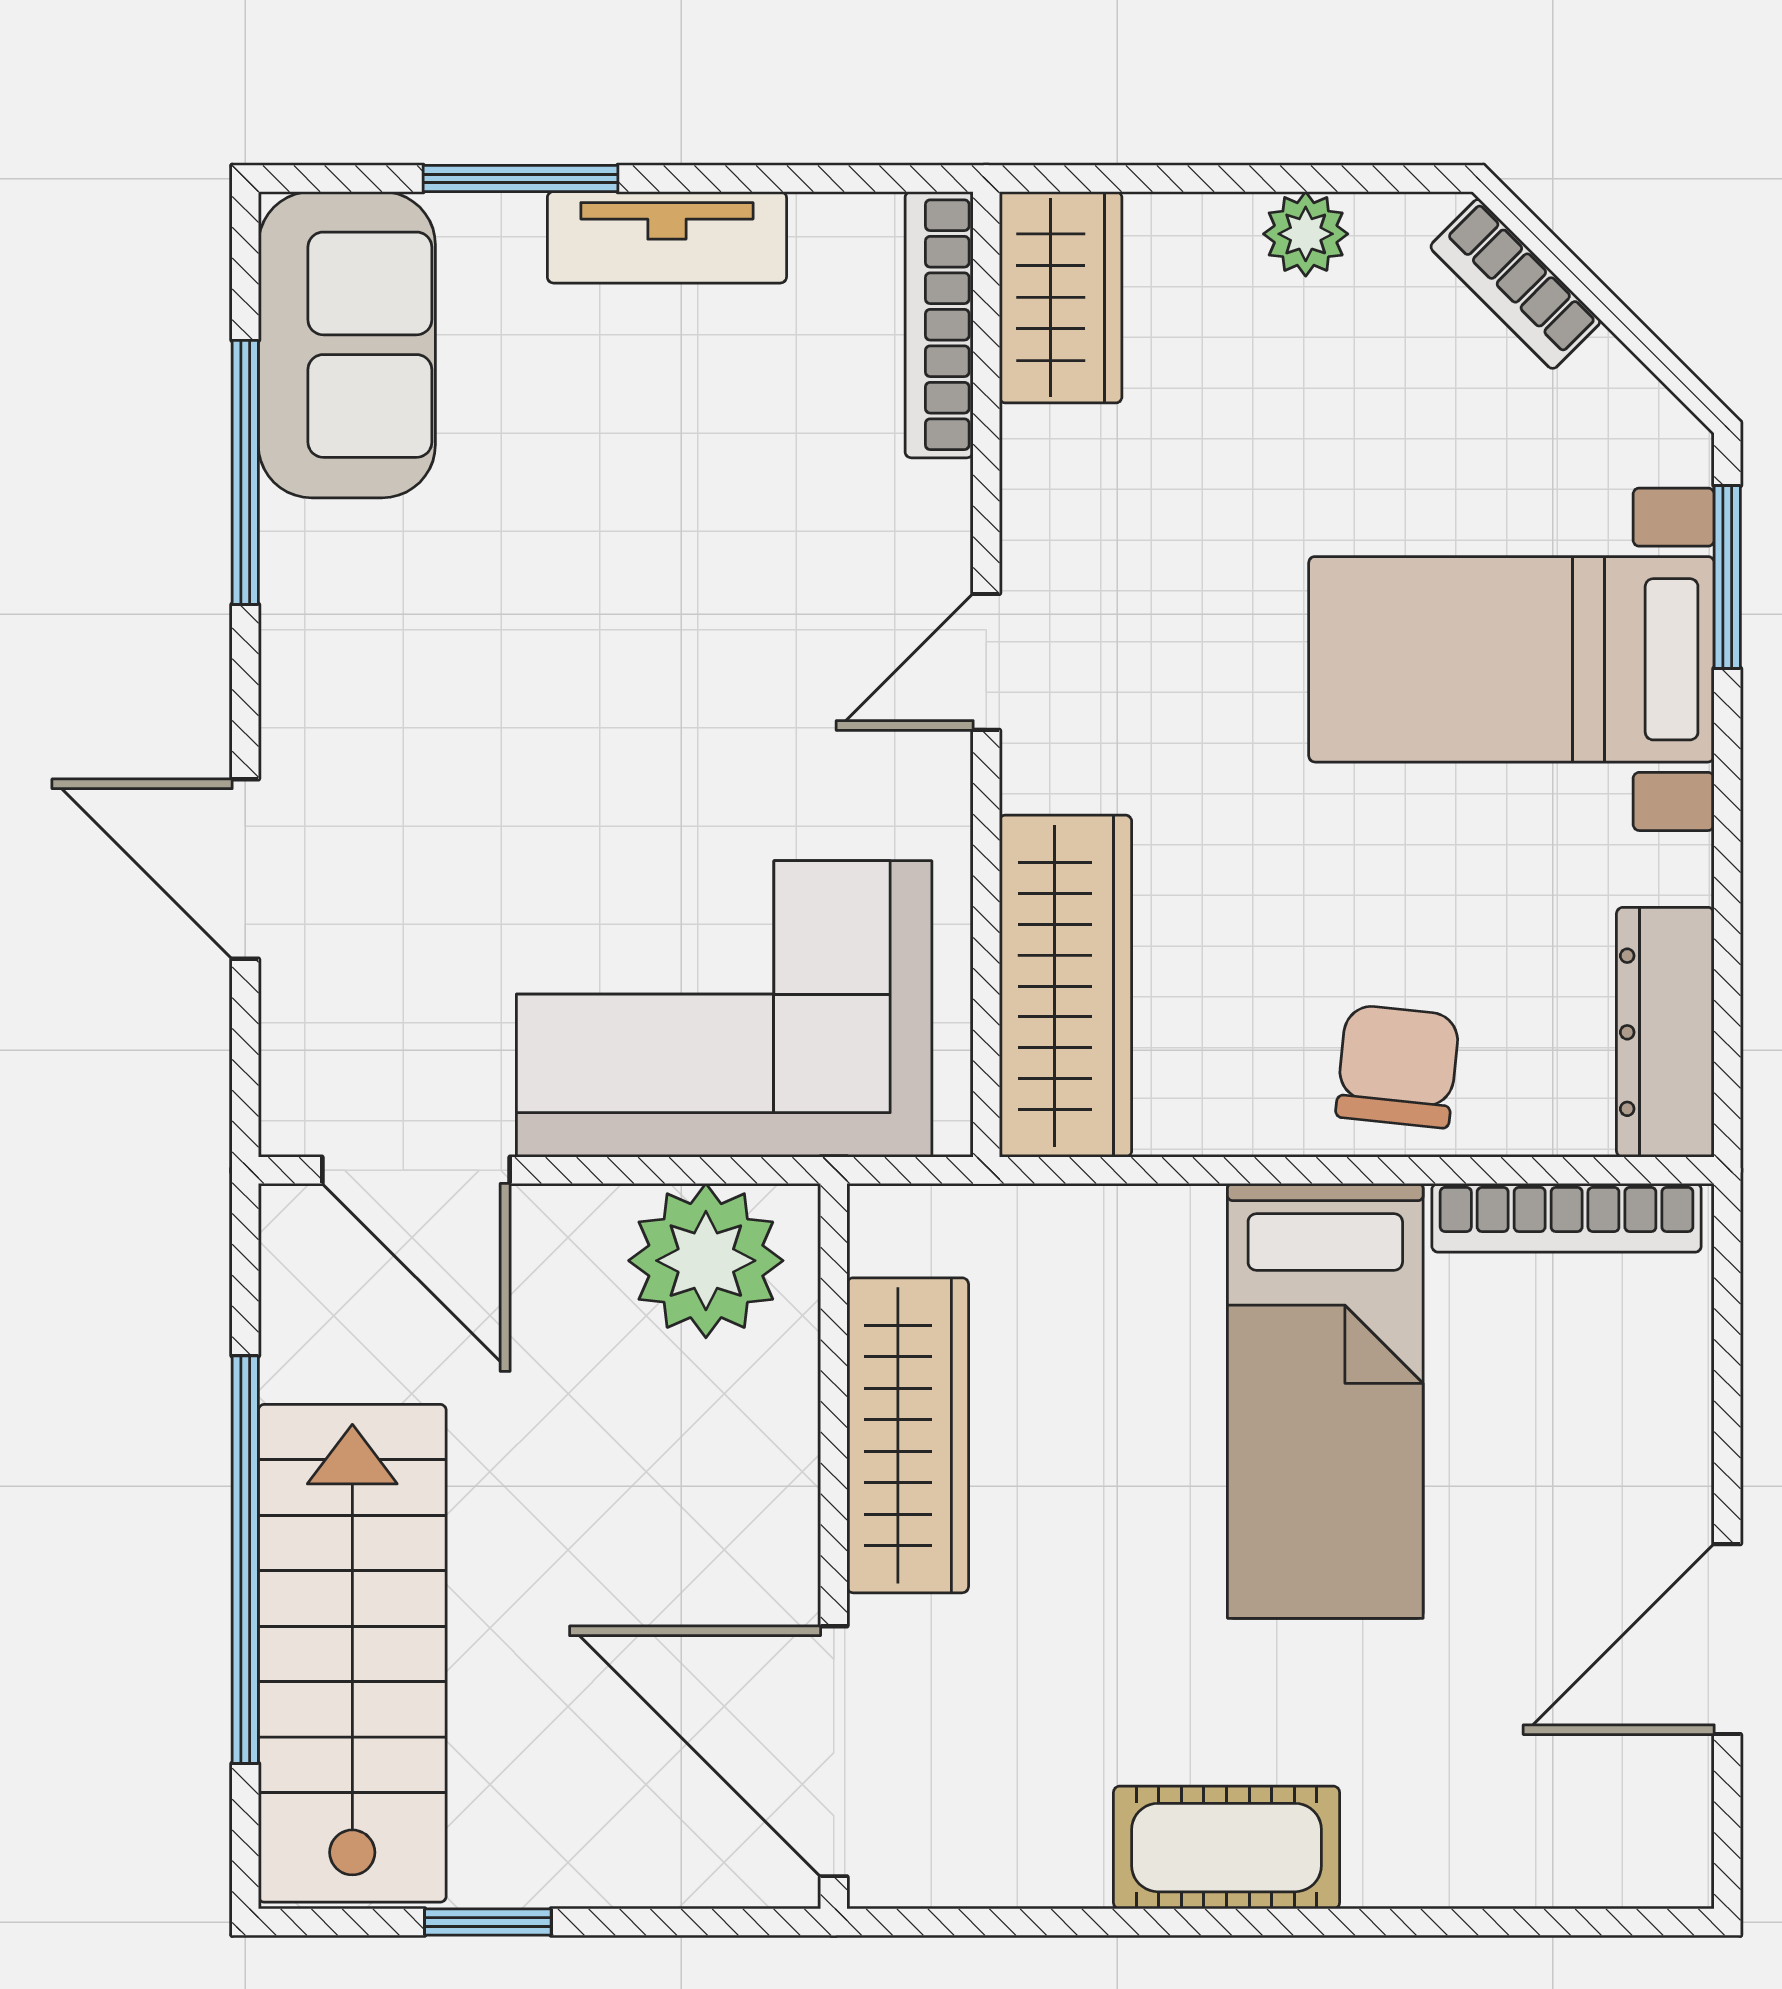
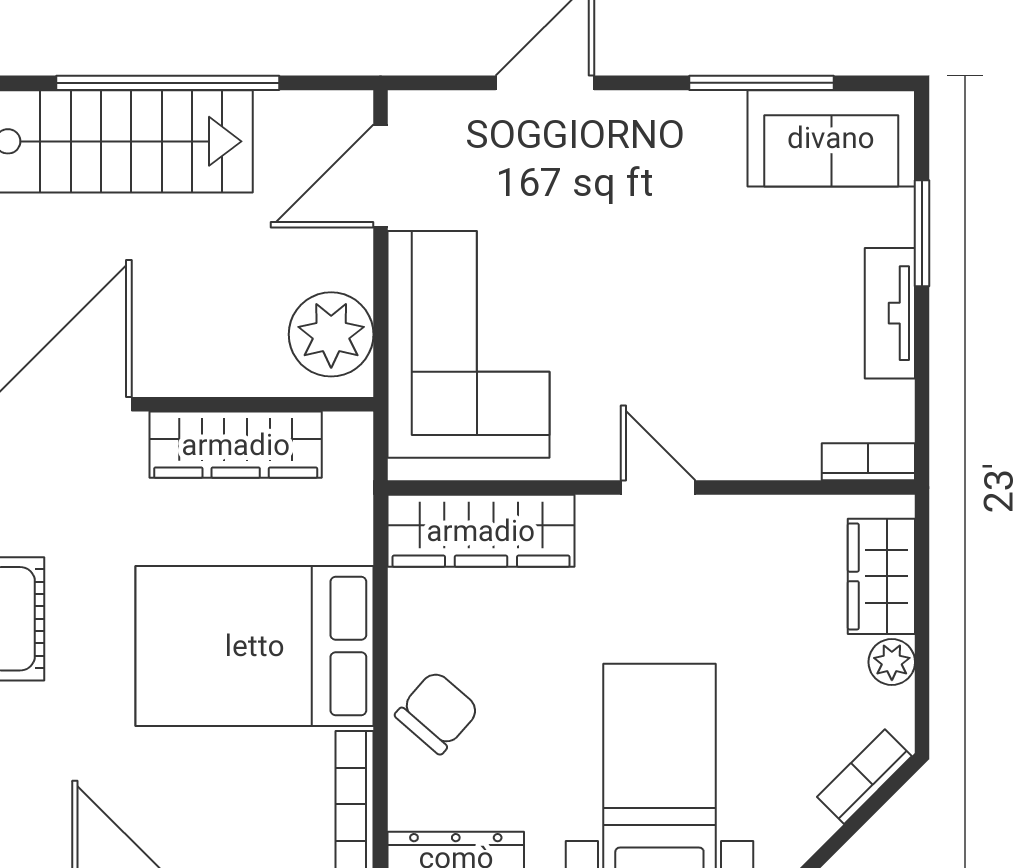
wardrobe: (1061, 297) -> (881, 576), moved, turned 90
bookcase: (939, 325) -> (868, 462), width x0.64
chair: (1398, 1066) -> (437, 712), turned -55
bed: (1325, 1401) -> (255, 646), width x1.50

